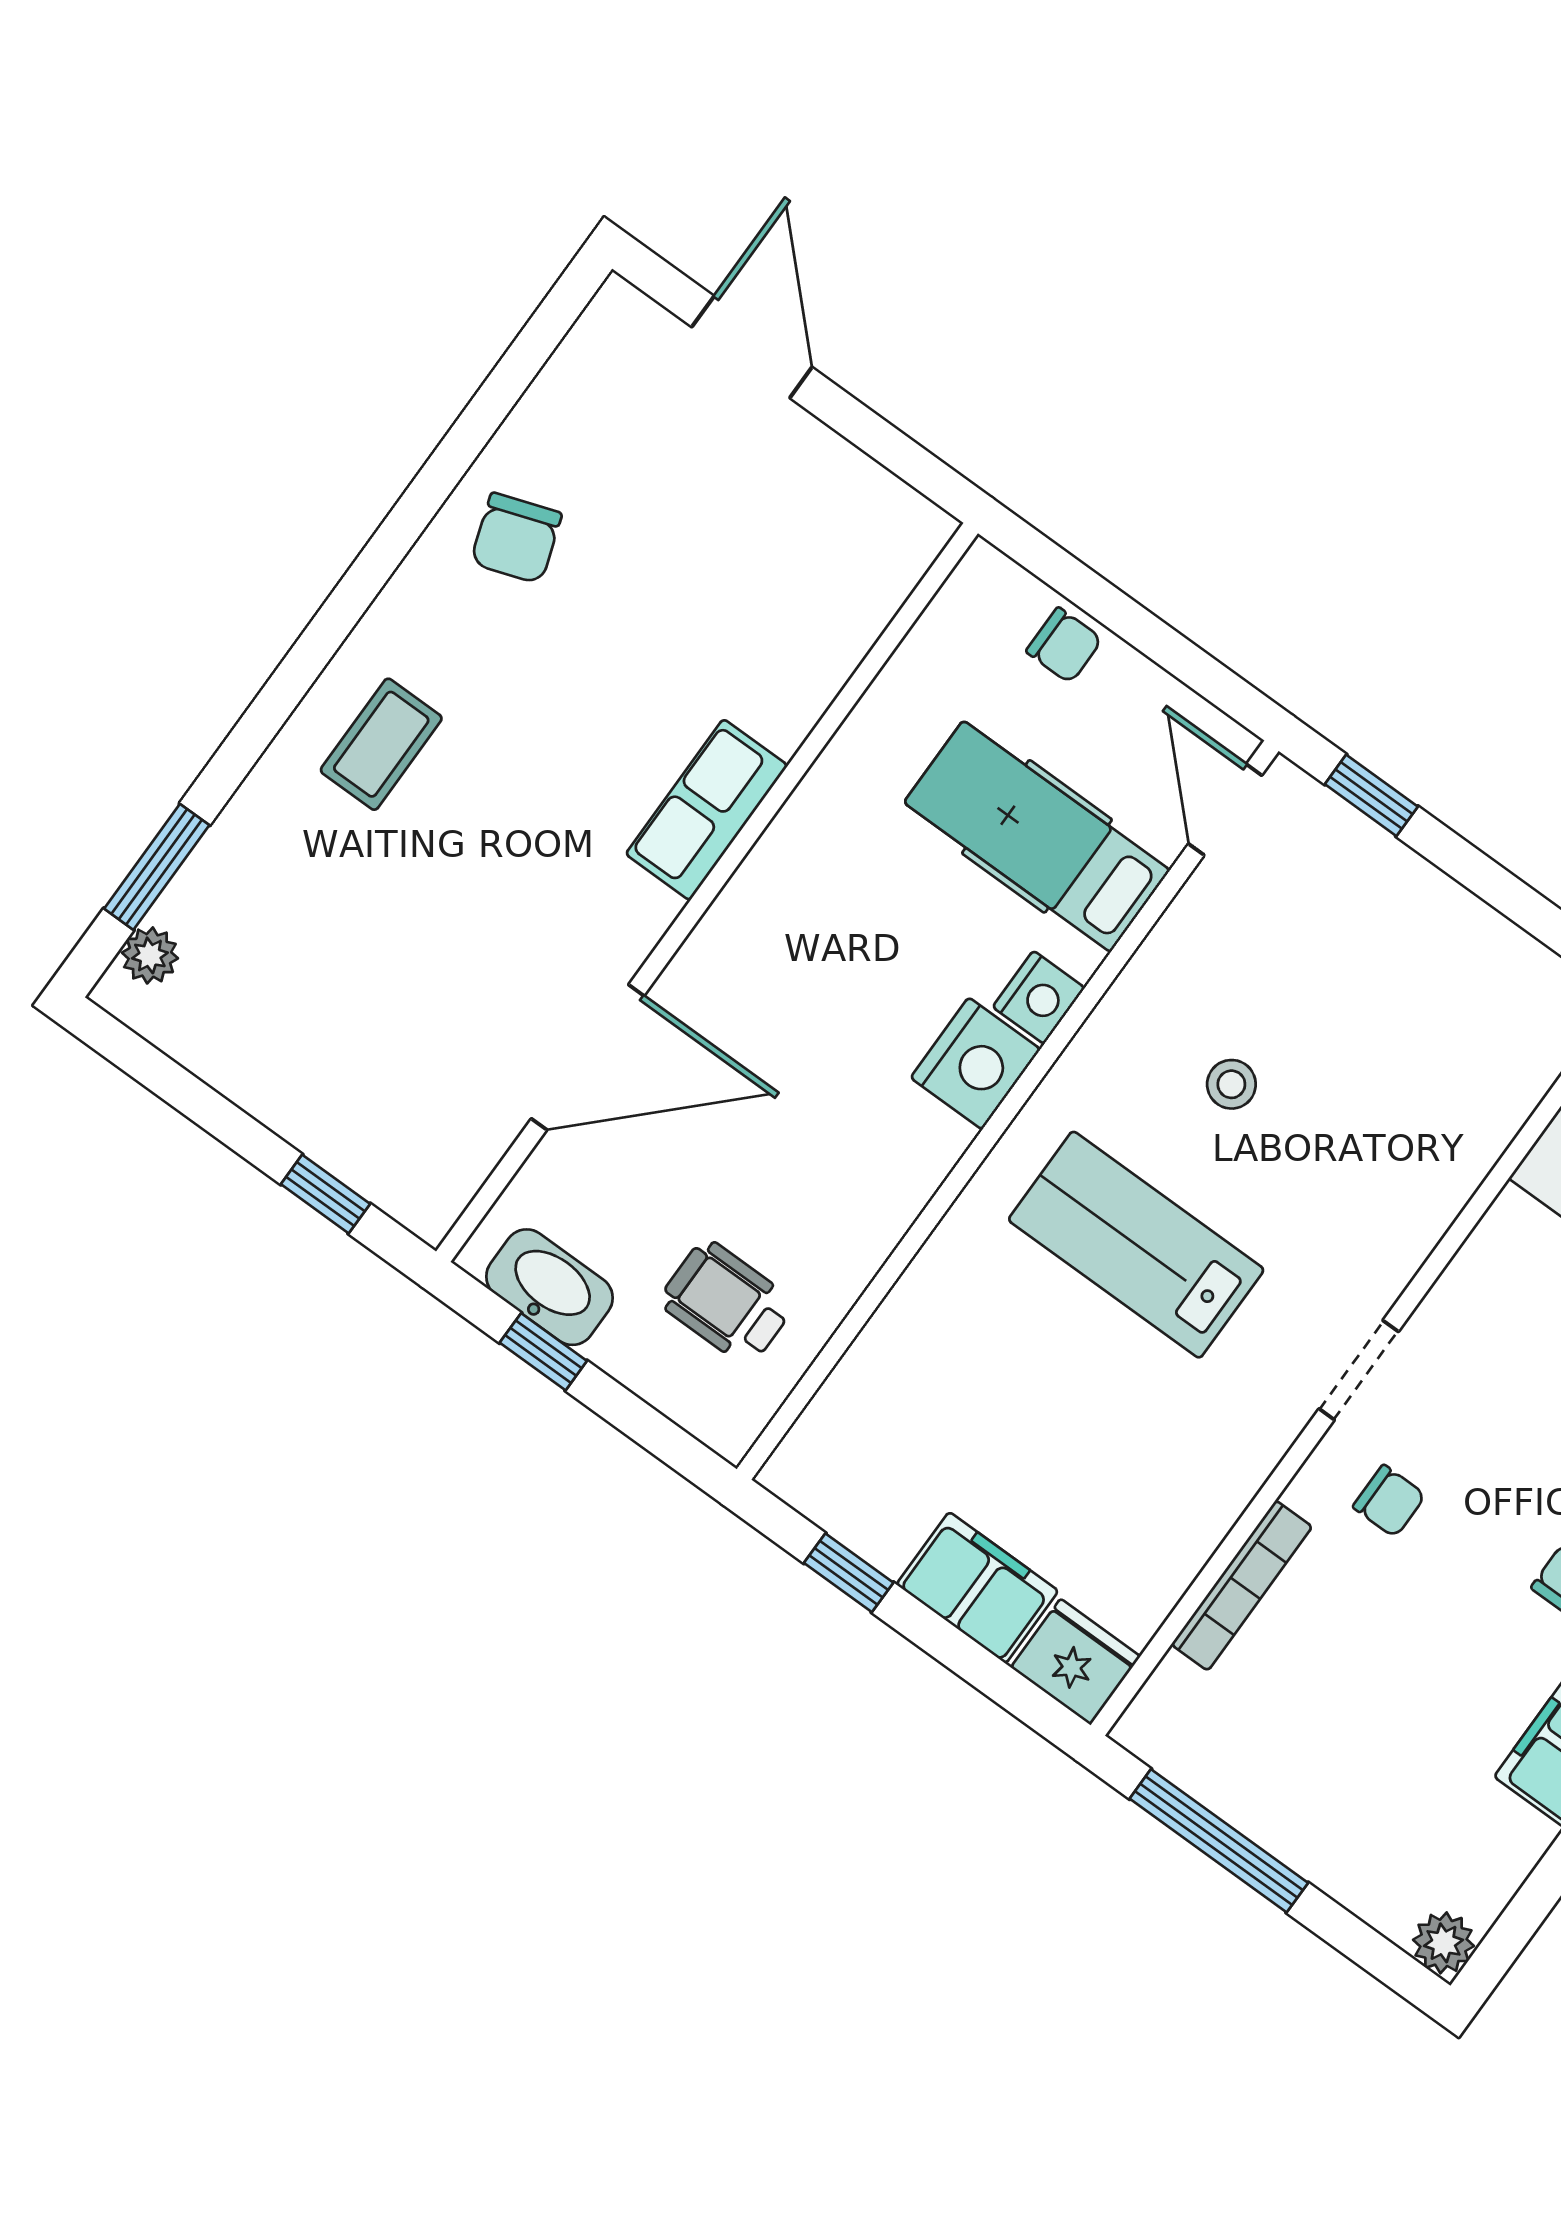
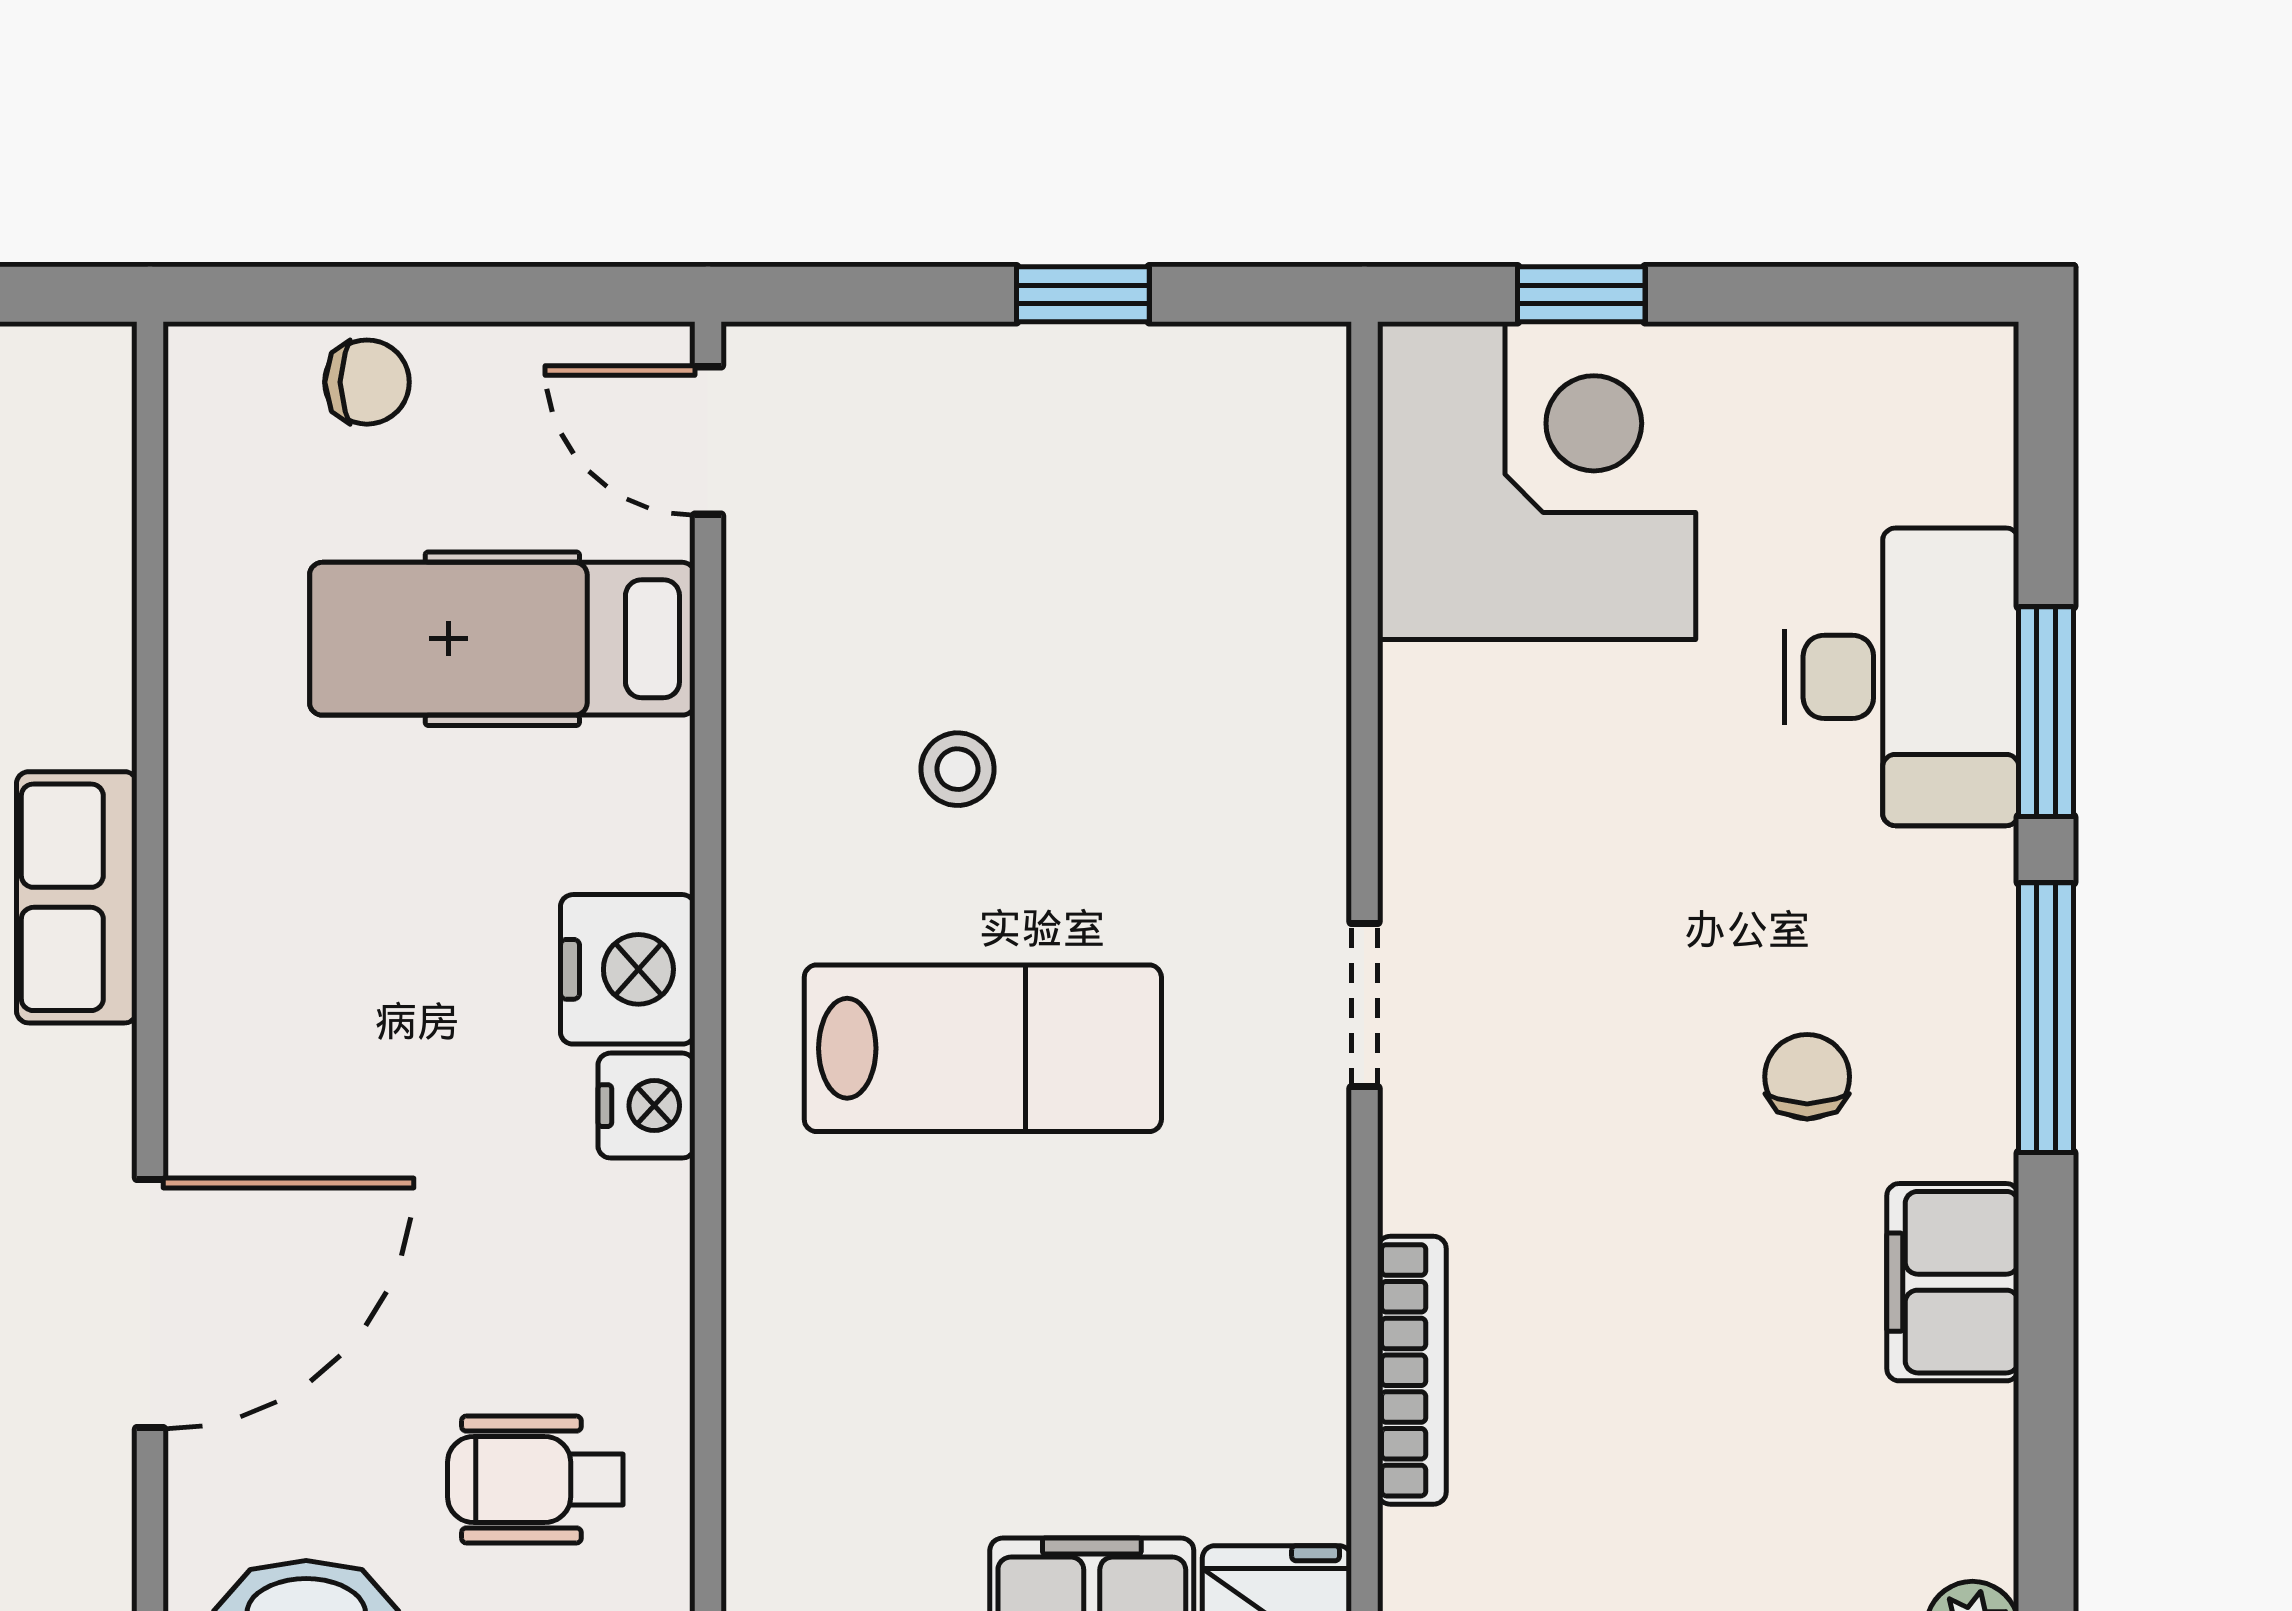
window: (1371, 795) -> (1083, 294), moved
nightstand: (1039, 997) -> (646, 1106), moved
lab bench: (1136, 1245) -> (983, 1048), turned 180
chair: (1389, 1501) -> (1517, 1137), removed

